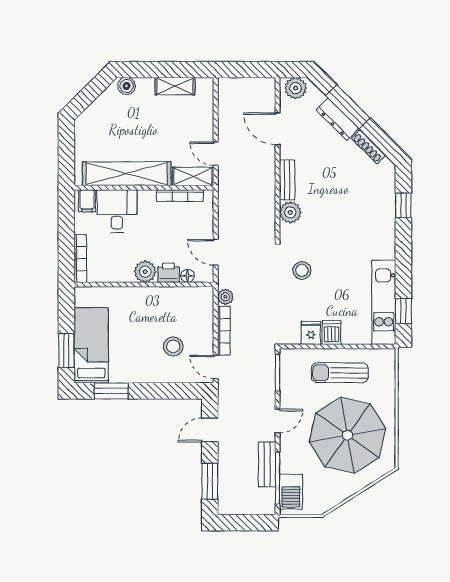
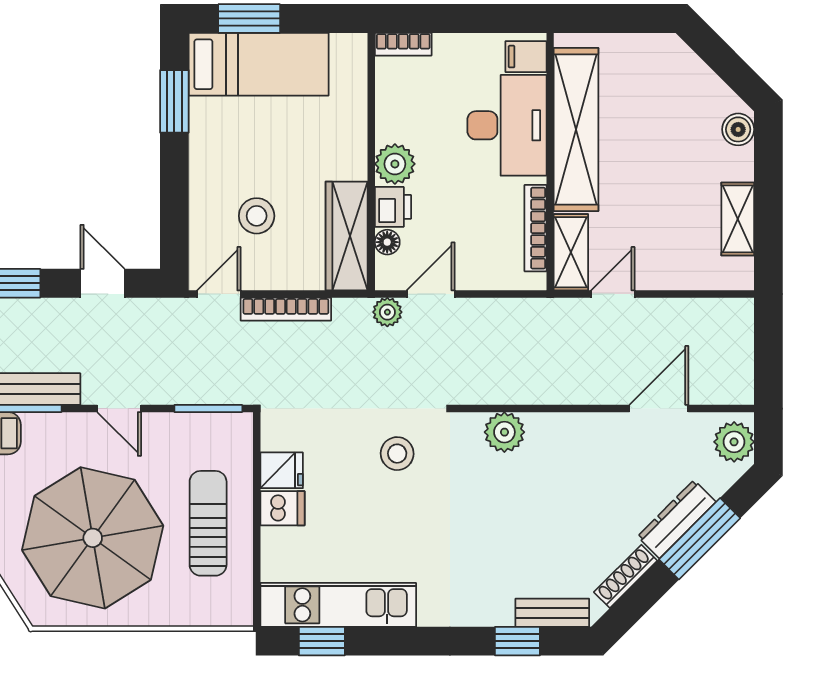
bench: (287, 180) -> (552, 613), moved
desk: (117, 211) -> (507, 125), width x1.37
bookcase: (80, 259) -> (403, 44), width x0.64
plant: (225, 297) -> (387, 312), moved
wardrobe: (184, 298) -> (347, 236), added

